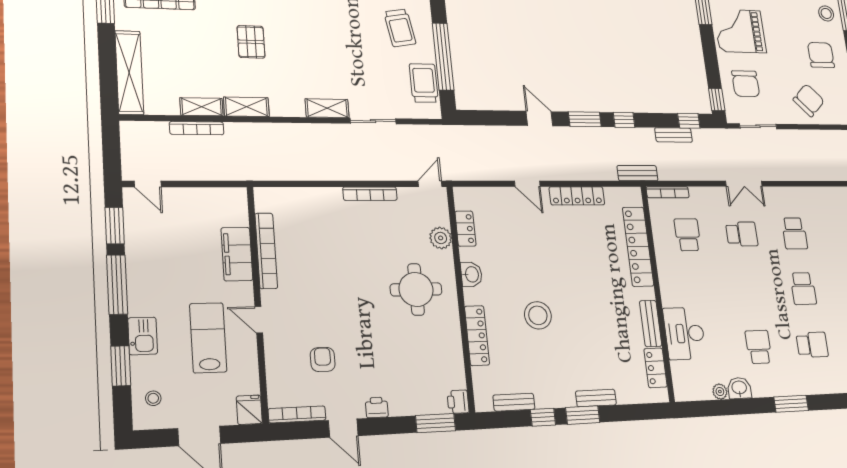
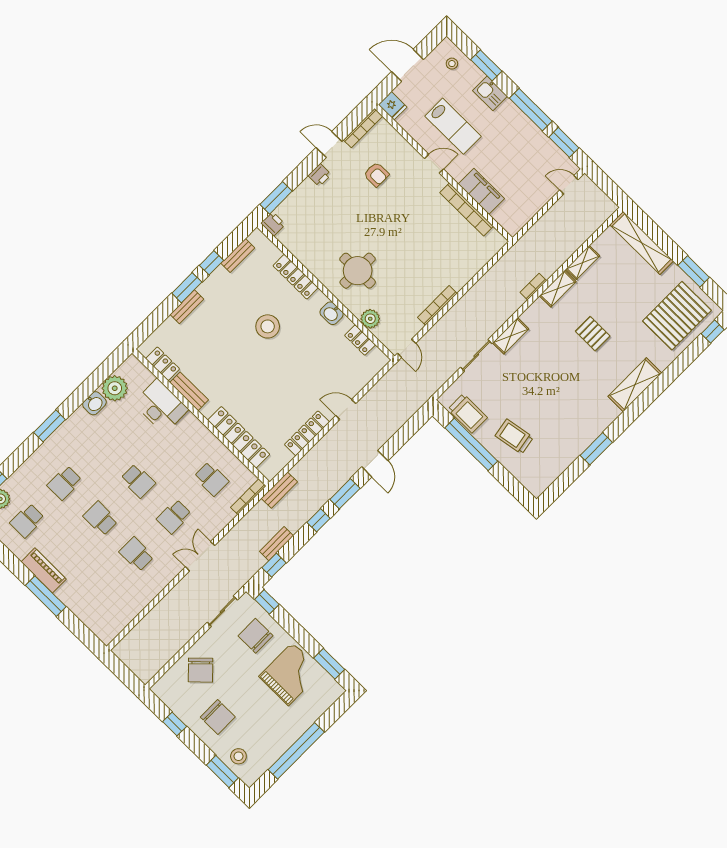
door: (539, 119) -> (375, 464), hinge flipped
bookcase: (197, 128) -> (533, 287), moved, width x0.64
school desk: (759, 347) -> (138, 481), moved
plant: (720, 392) -> (115, 388), width x1.87, depth x1.87

